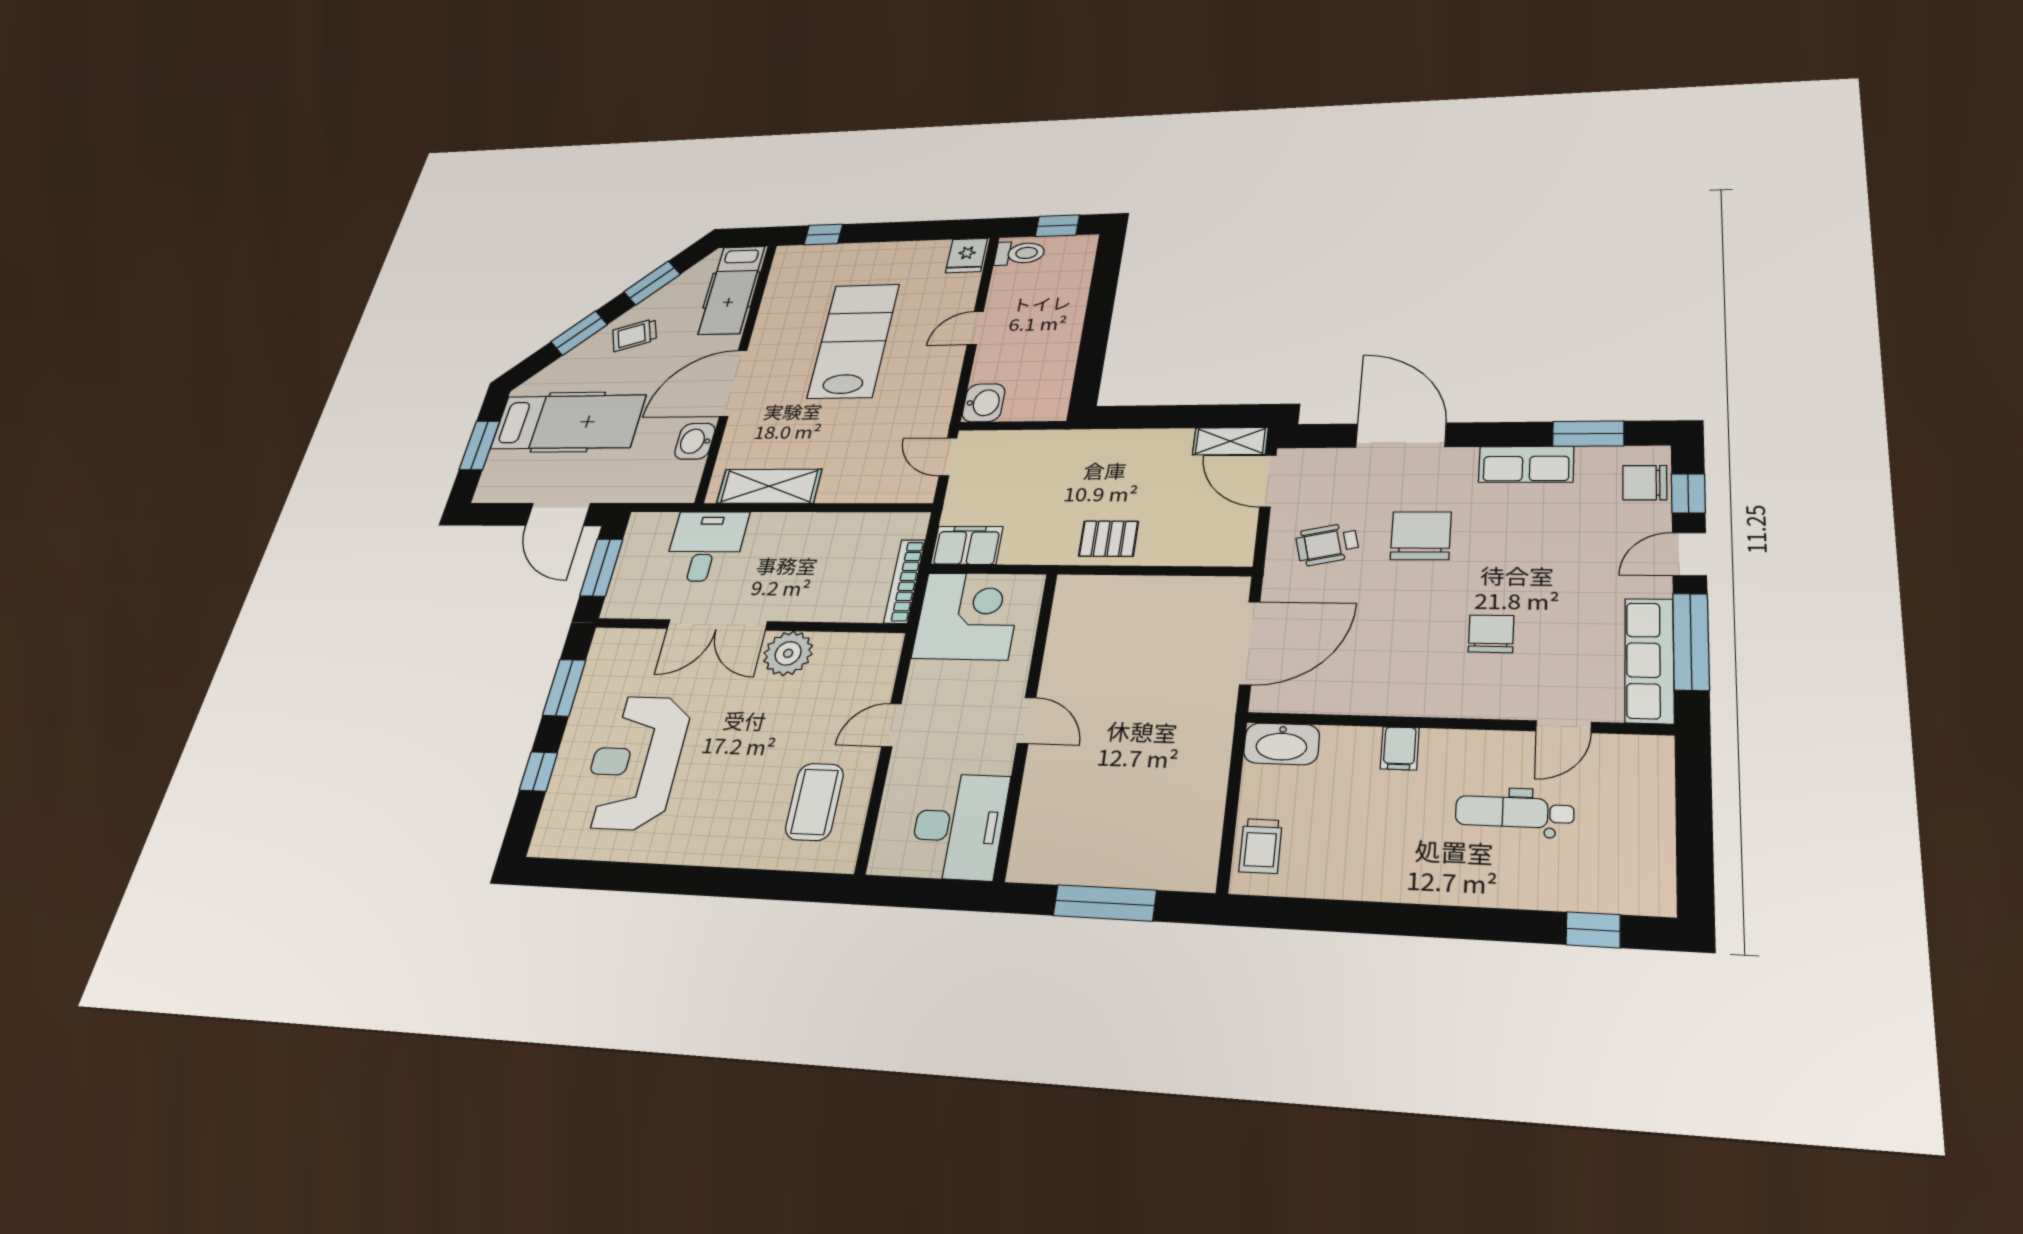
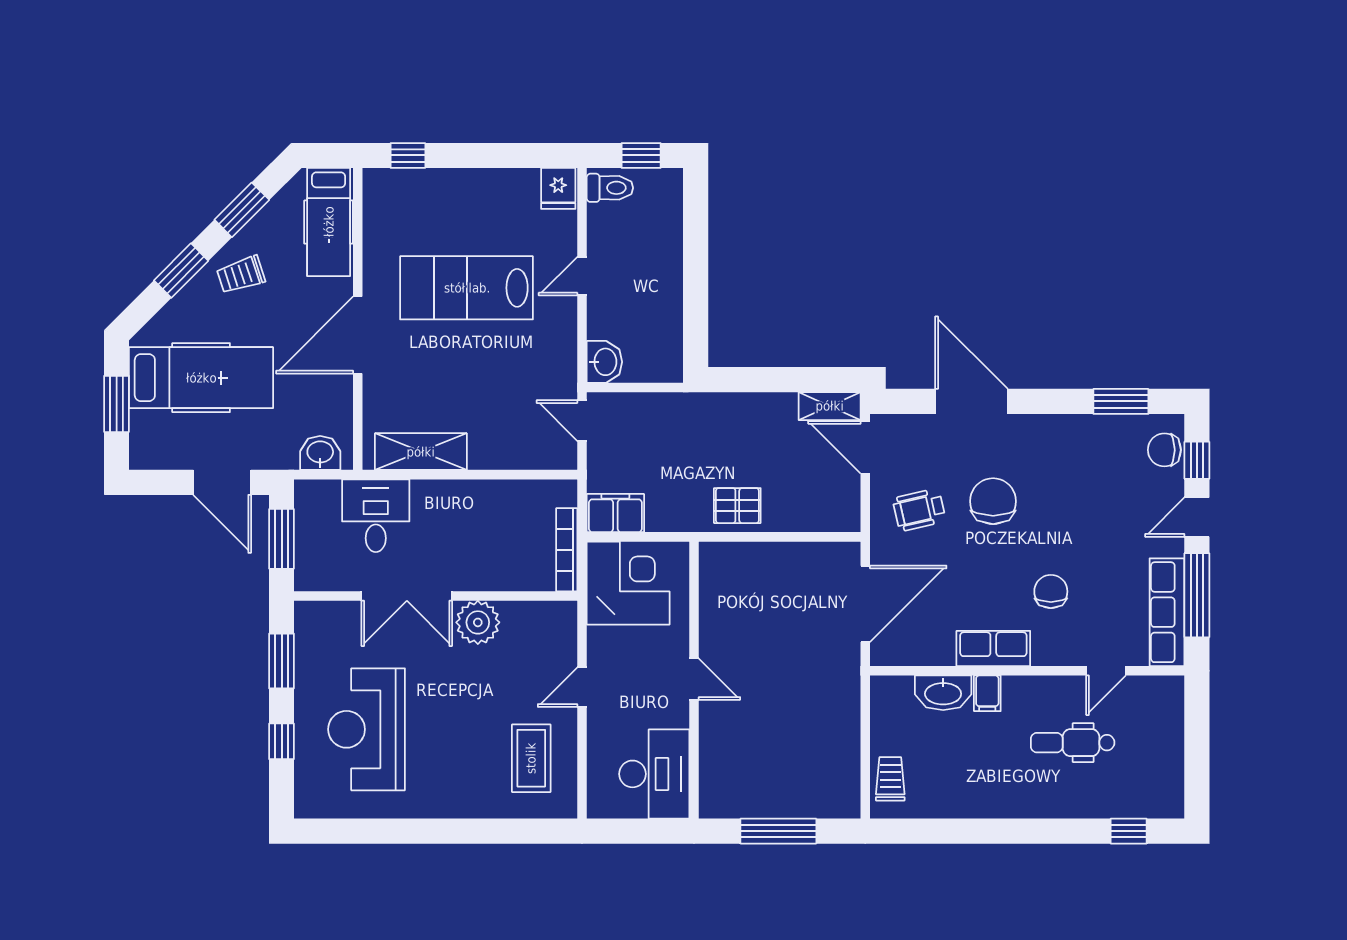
lab bench: (854, 341) -> (467, 288), turned -90
washbasin: (695, 441) -> (320, 453), moved, turned 90
row of seats: (1526, 464) -> (993, 648), moved, turned 180
washbasin: (1282, 744) -> (943, 693), moved
trolley: (1261, 846) -> (890, 779), turned 180

